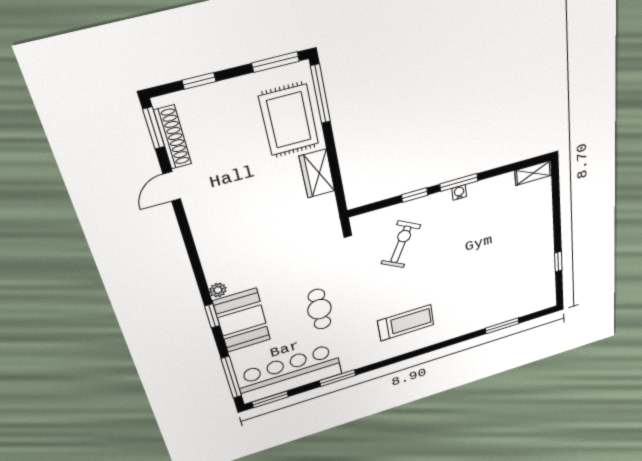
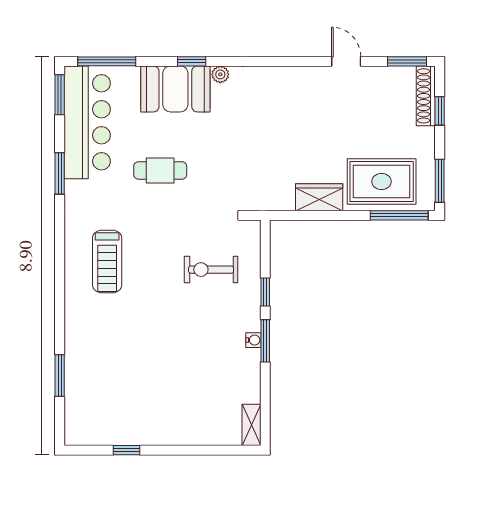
shoe rack: (173, 137) -> (426, 96), moved, turned 90
exercise bike: (401, 244) -> (211, 270), turned 151

